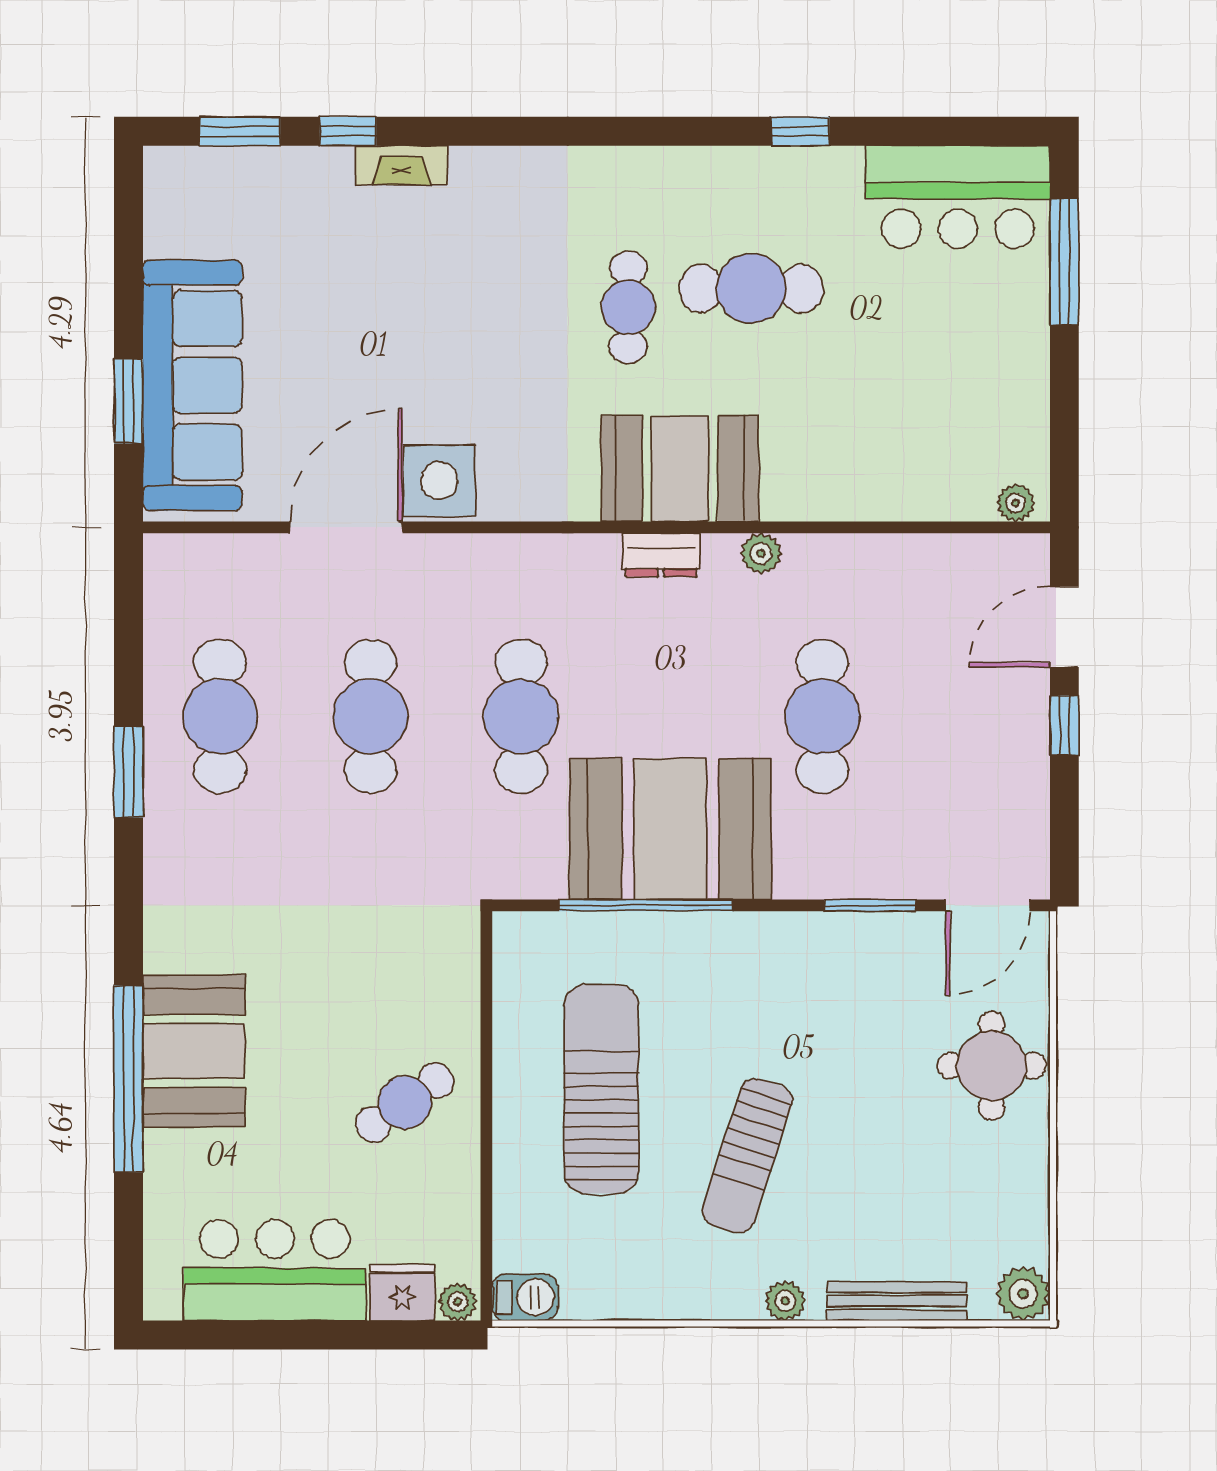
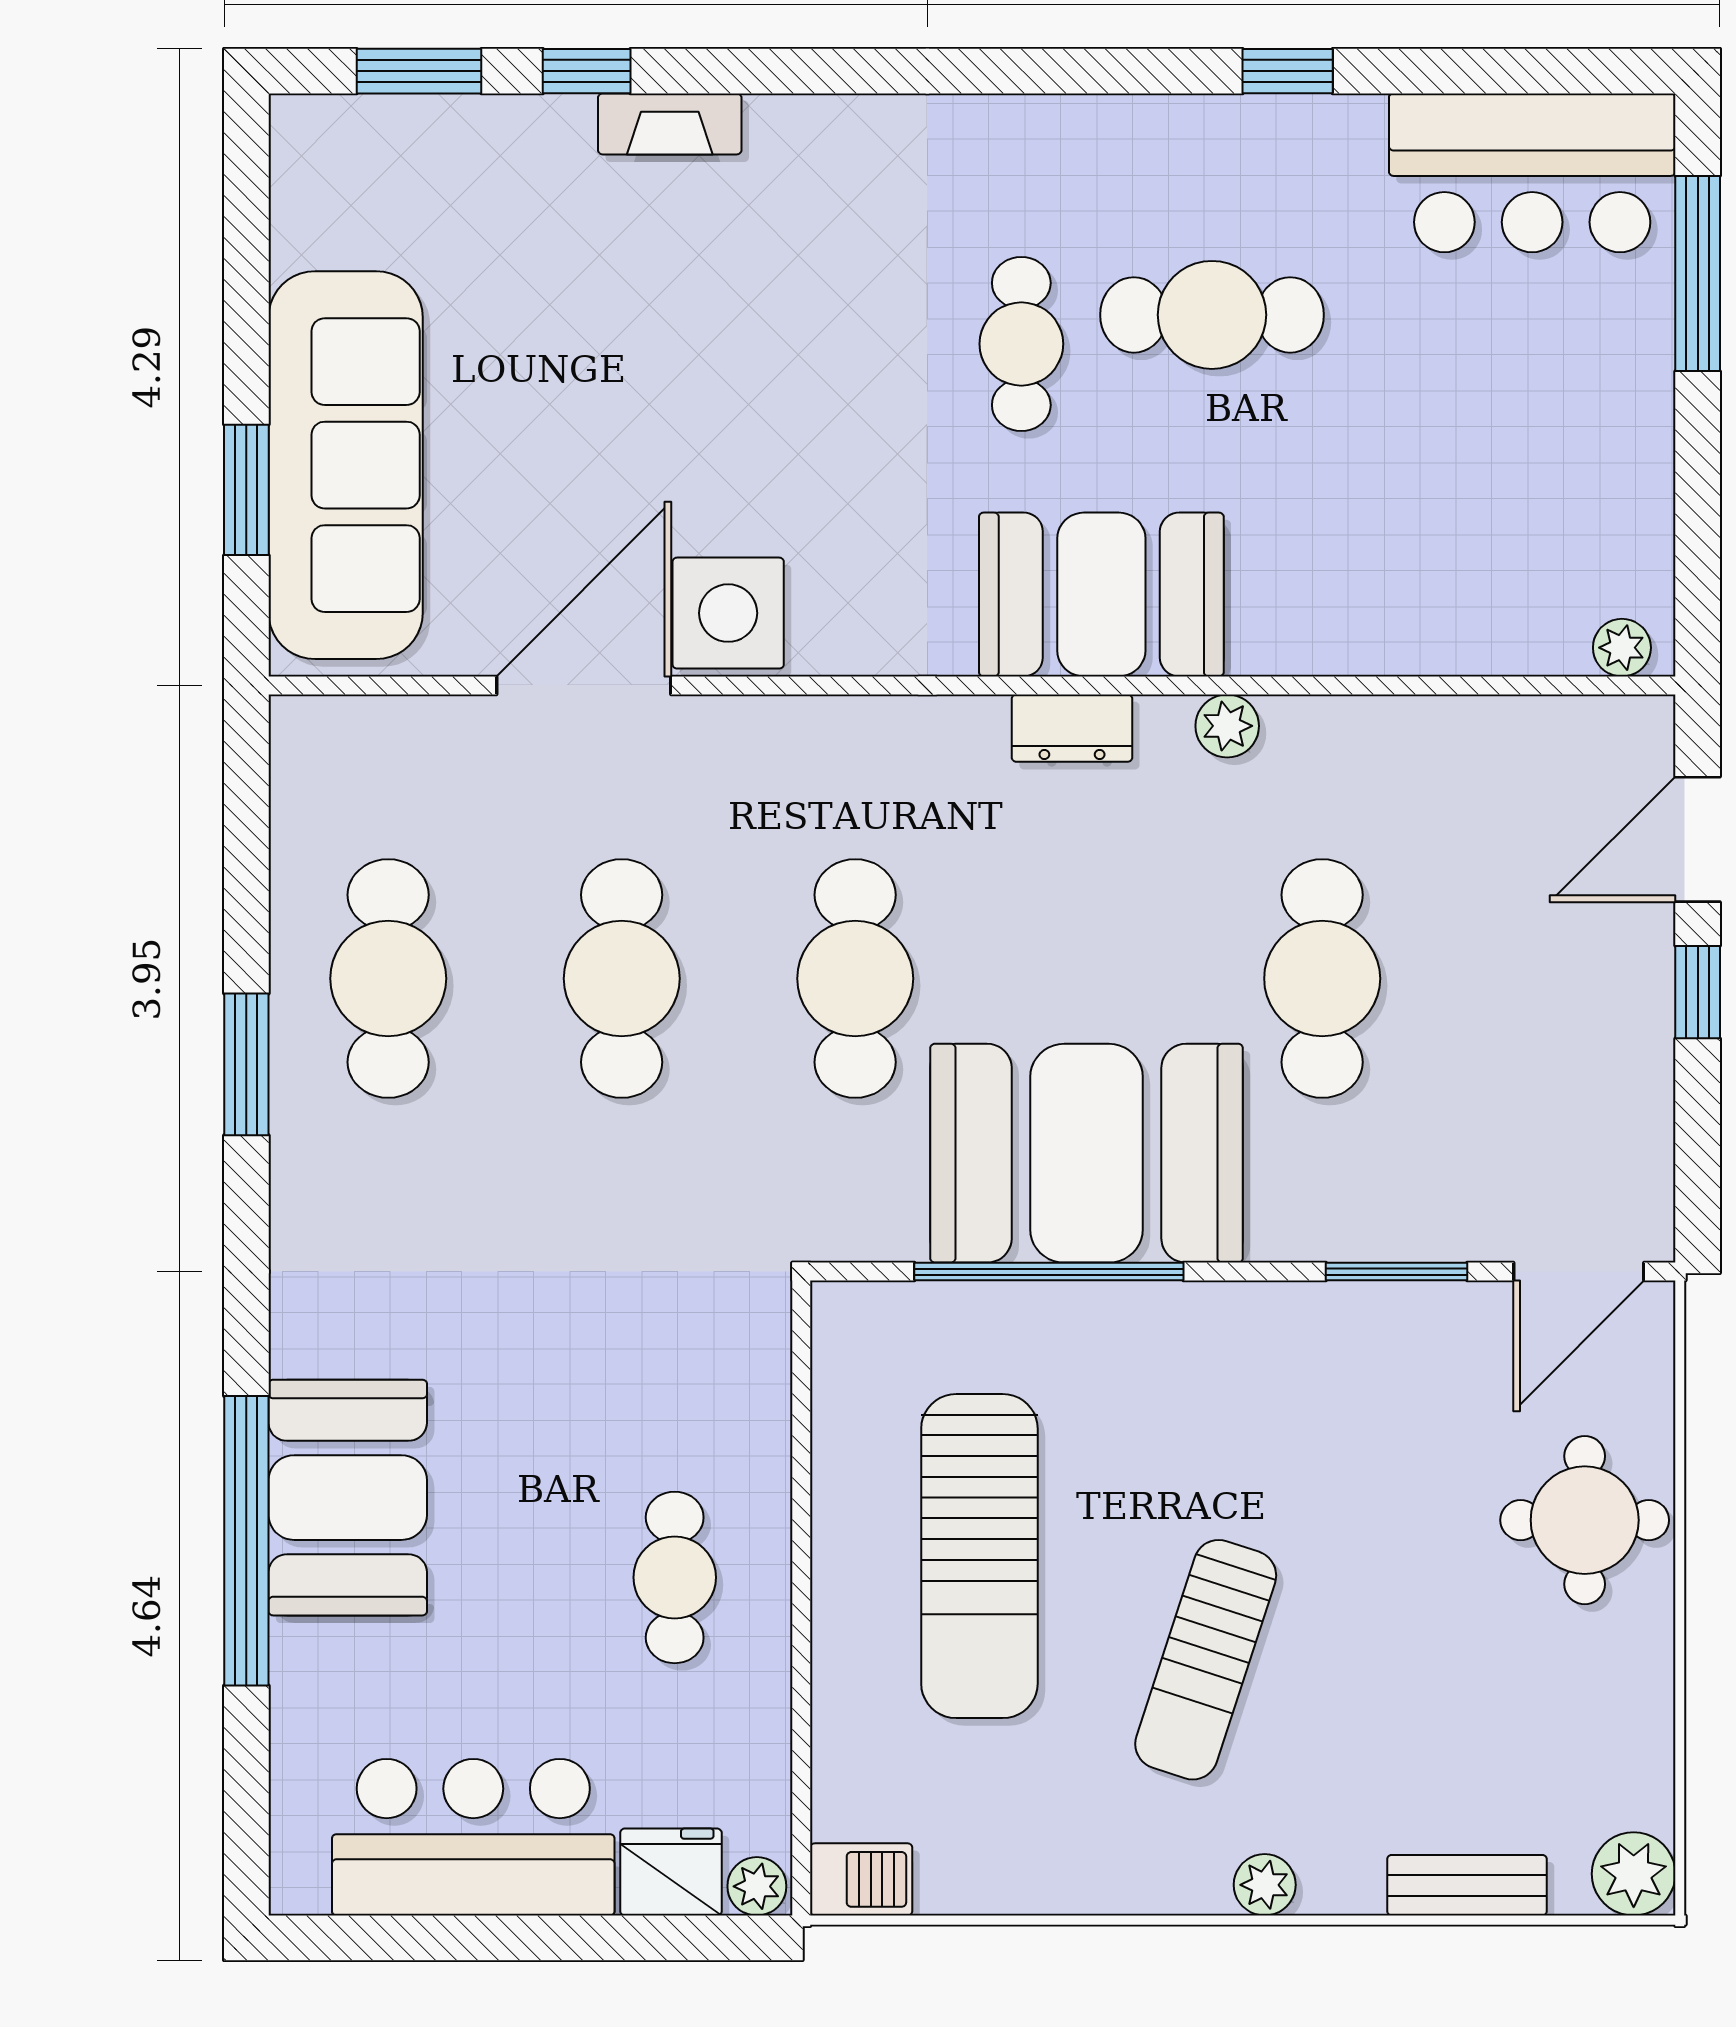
sun lounger: (601, 1089) -> (979, 1556), turned 180
cafe table: (405, 1103) -> (675, 1577), turned -55
bench: (897, 1301) -> (1467, 1885), width x0.73

